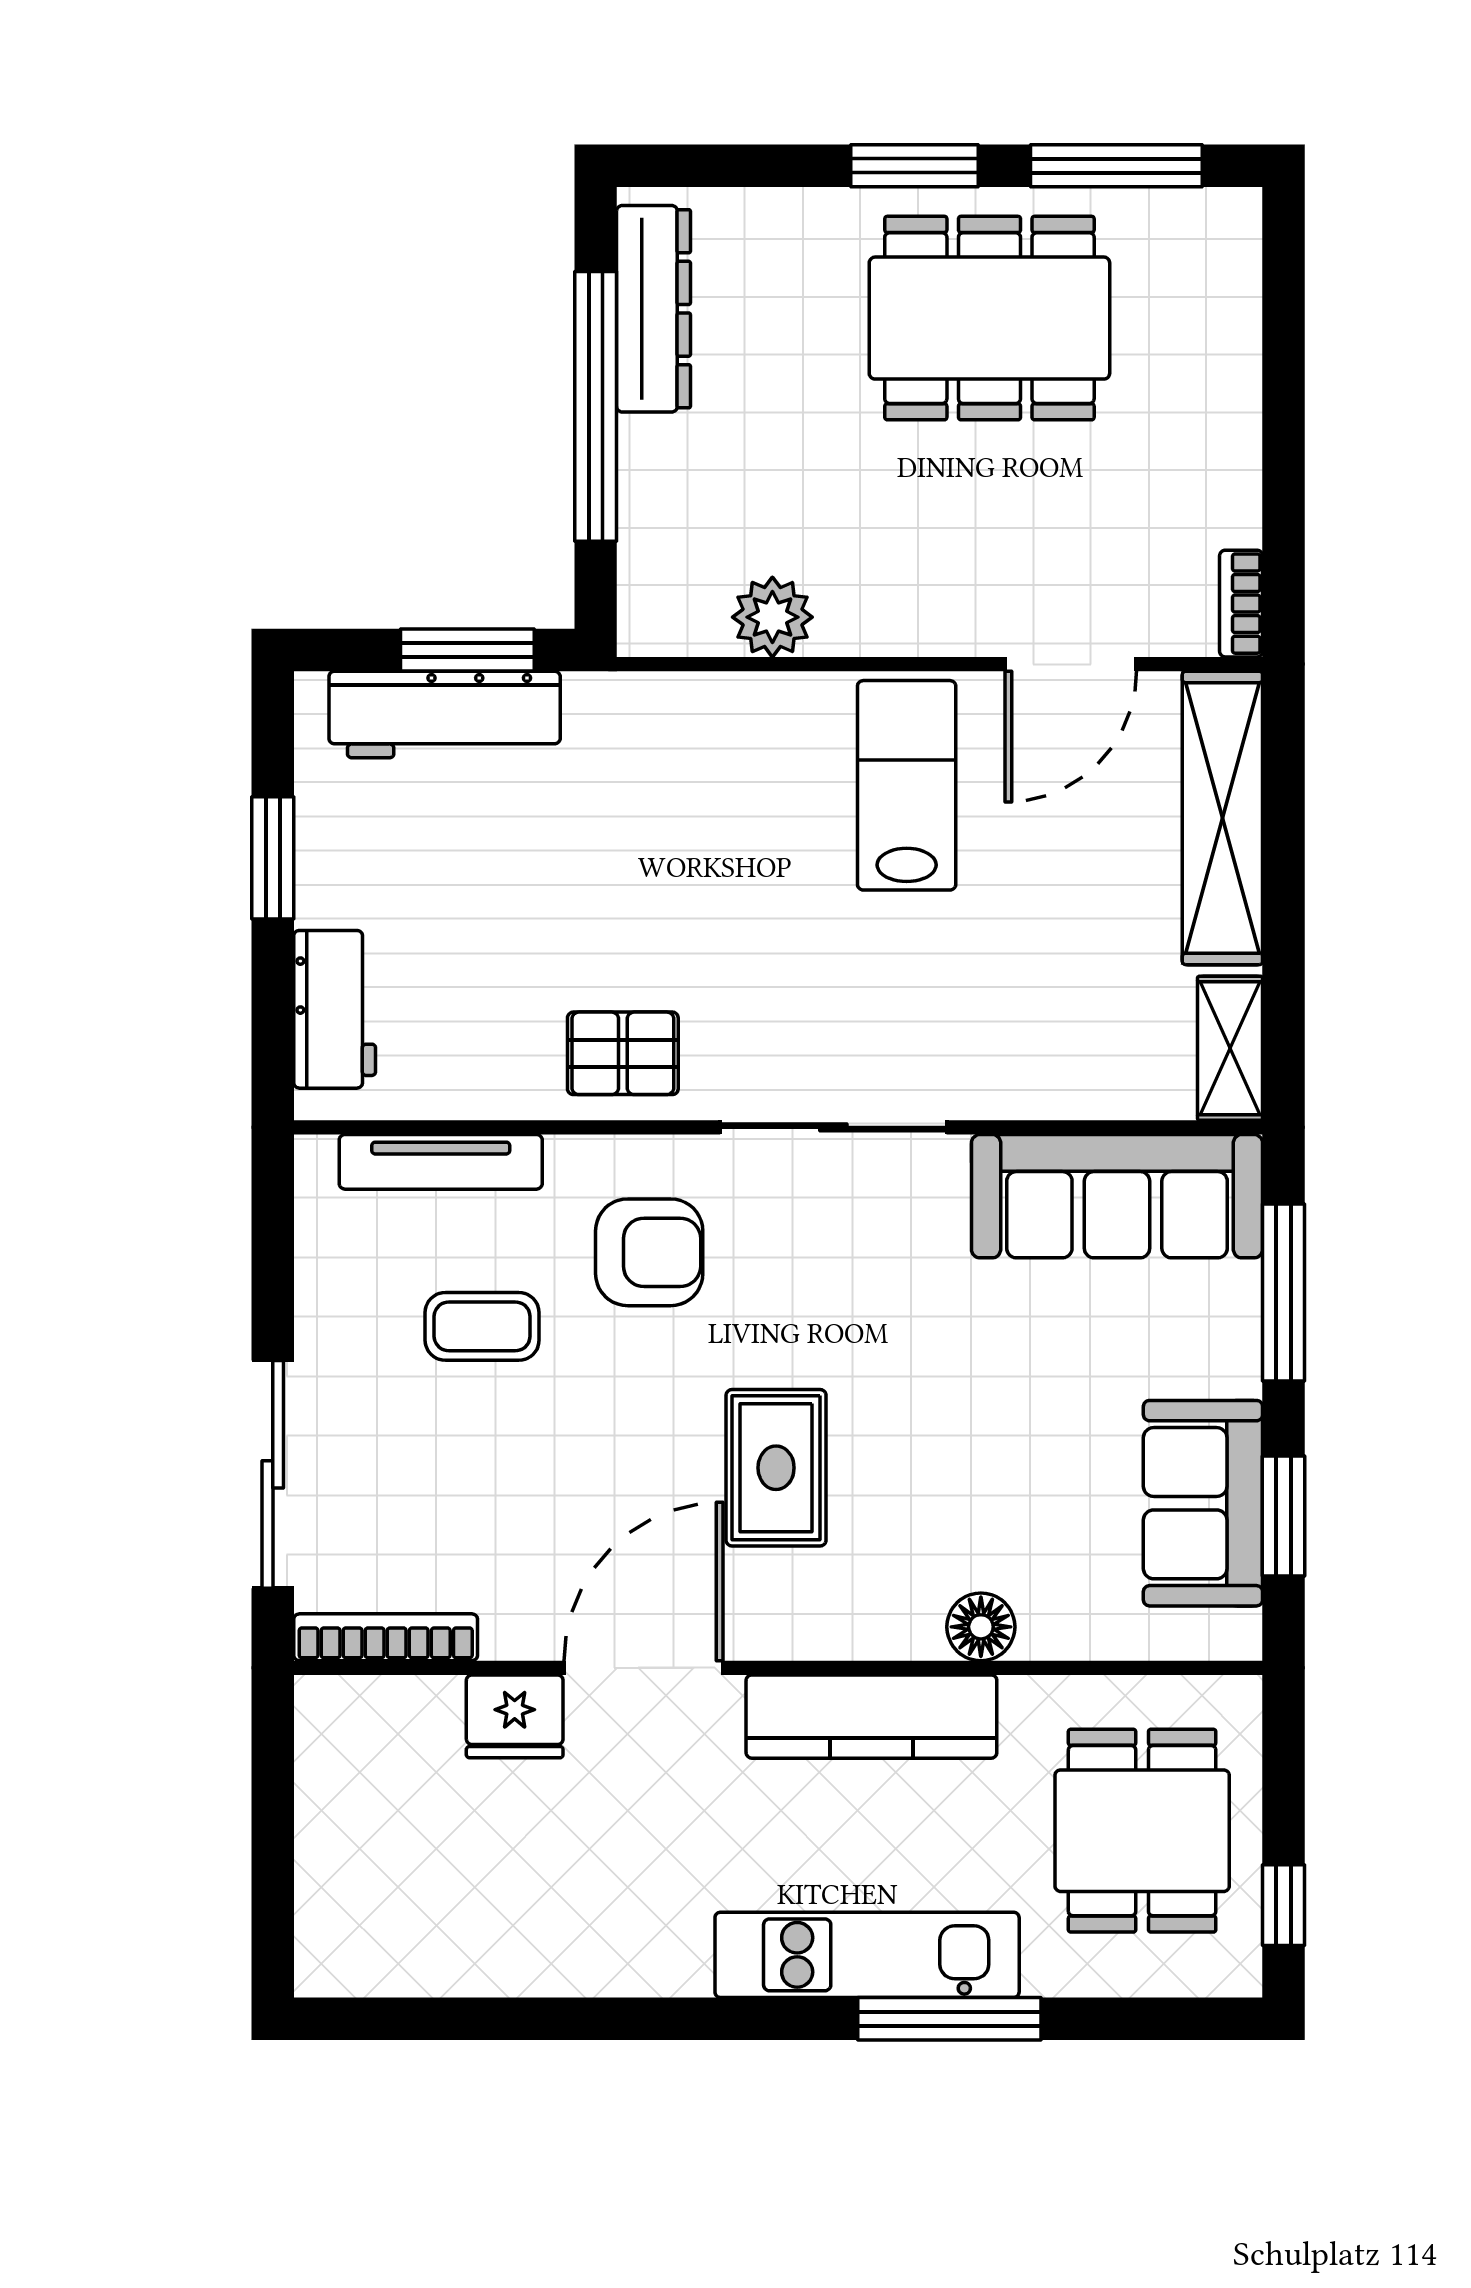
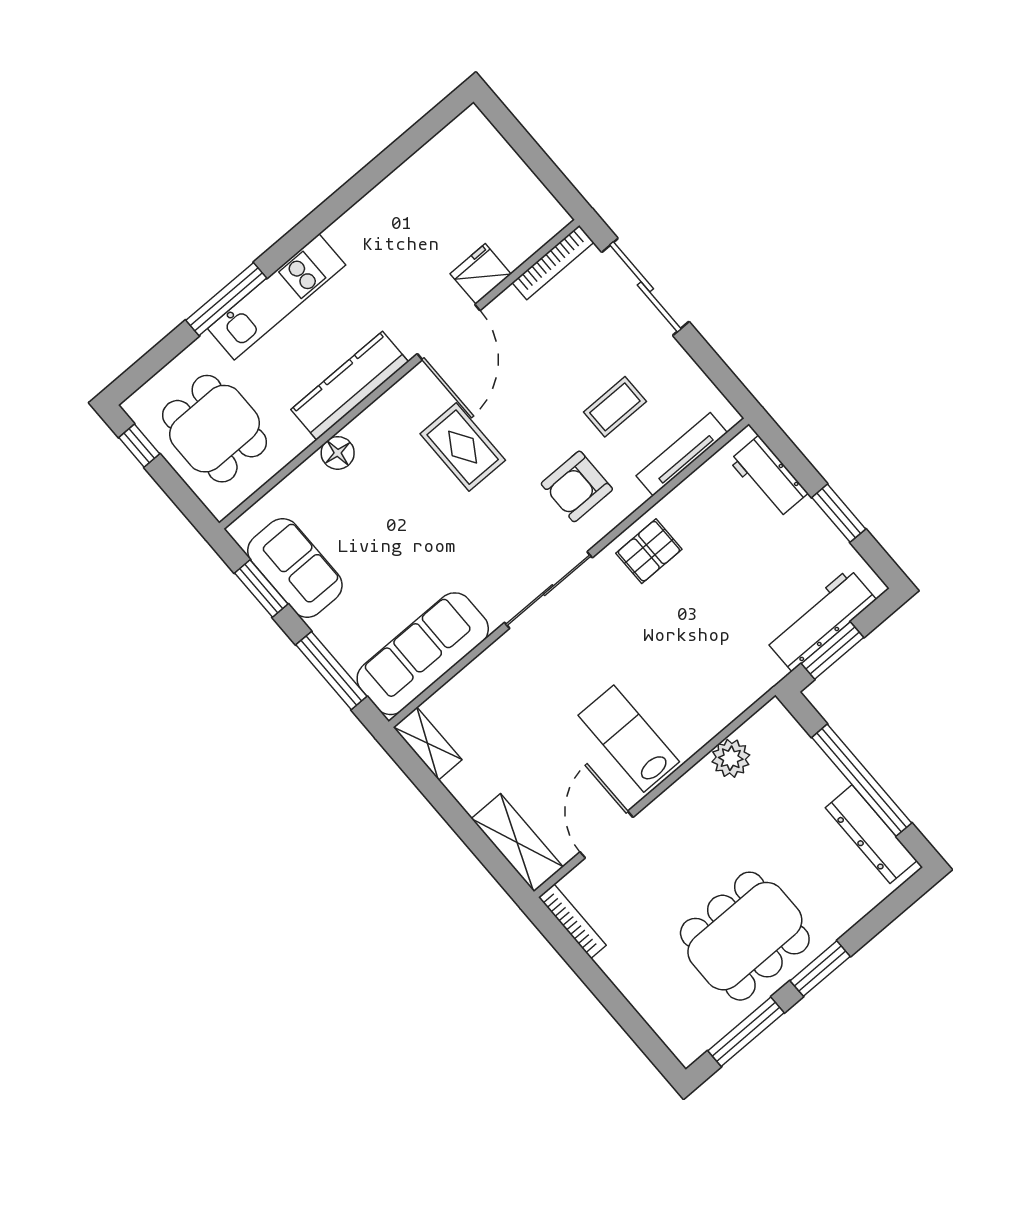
bookcase: (1241, 604) -> (572, 921), width x1.56
lab bench: (907, 785) -> (629, 739), turned 180
shelving: (1222, 818) -> (517, 843), width x0.68

